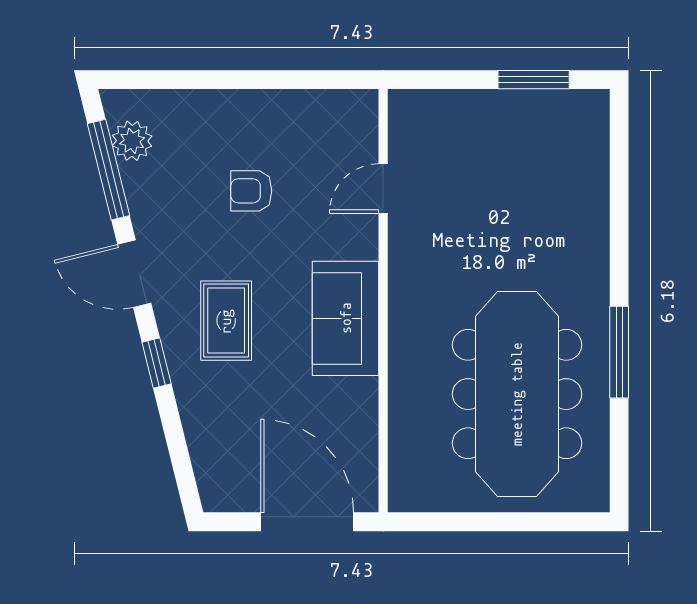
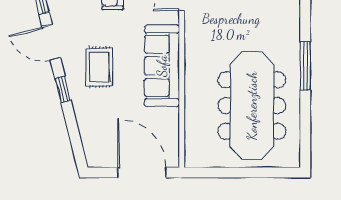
sofa: (346, 318) -> (162, 66), width x1.36
window: (619, 352) -> (305, 66), moved

